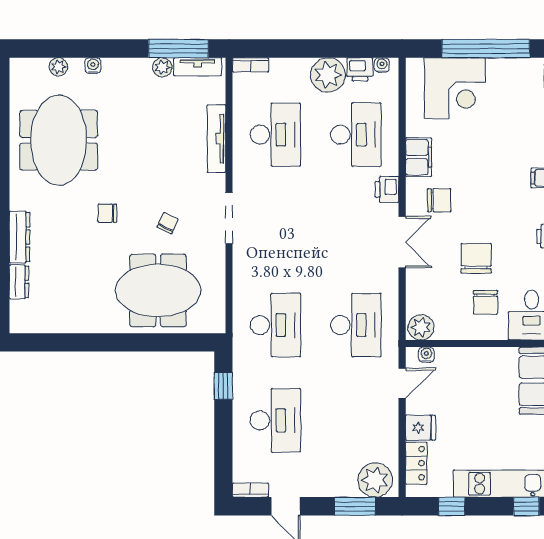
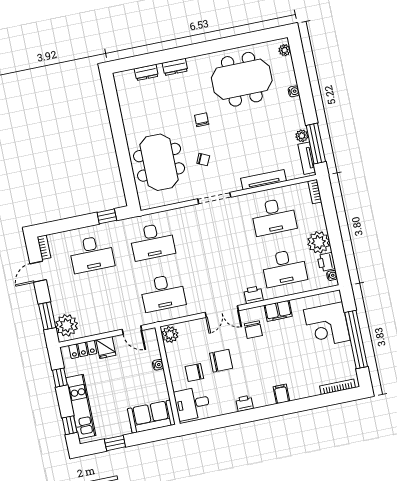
plant: (58, 67) -> (285, 50), moved
dresser: (19, 237) -> (175, 67), width x0.70
water cooler: (426, 355) -> (158, 365), moved

